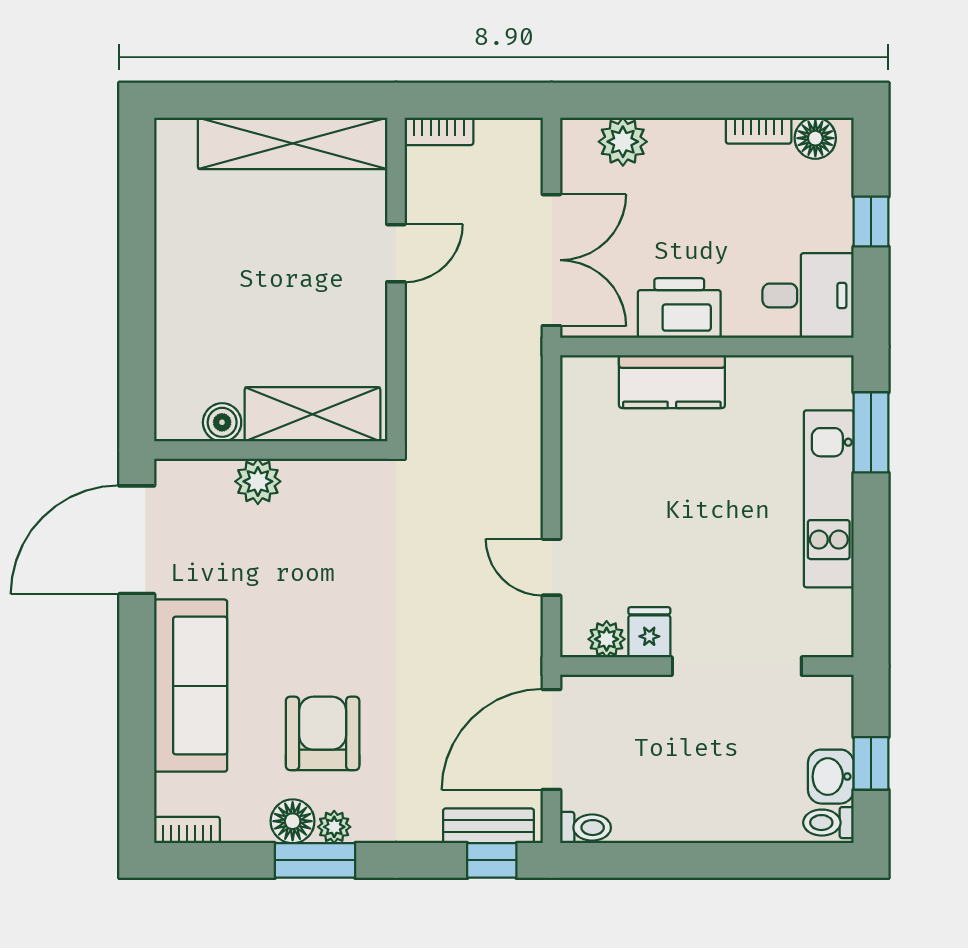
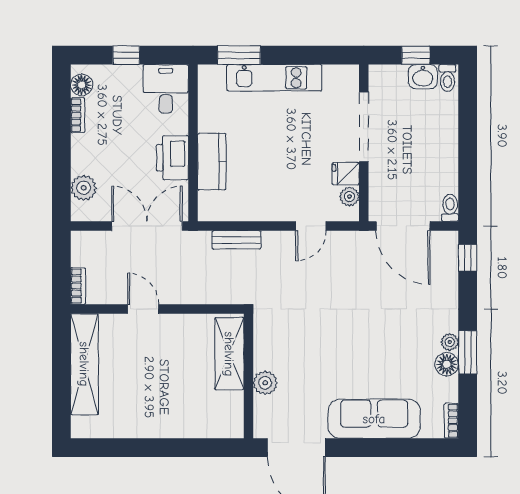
boiler: (222, 422) -> (234, 402), removed
armchair: (323, 733) -> (400, 348), removed
bench: (488, 826) -> (237, 240), moved, turned 90

